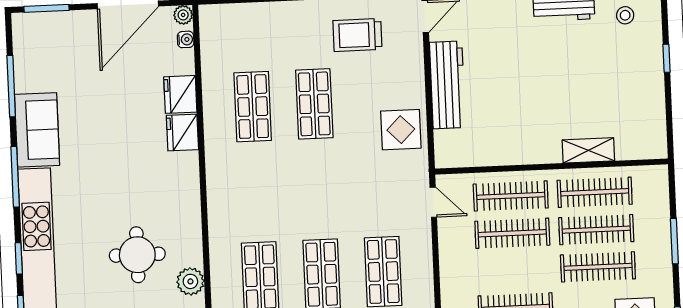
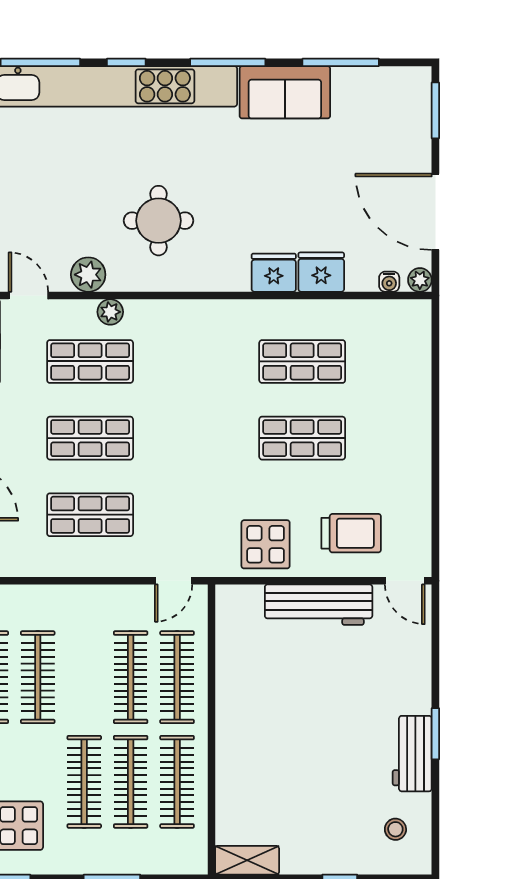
trolley: (357, 35) -> (351, 533), moved, turned 90
shelving: (588, 150) -> (247, 860), moved, turned 90
round table: (137, 255) -> (158, 221), moved
plant: (220, 262) -> (110, 312), added

